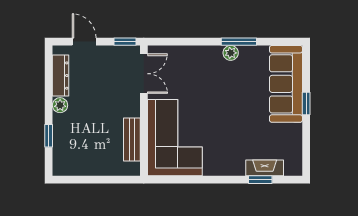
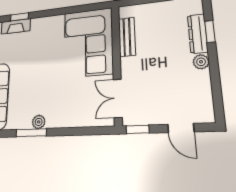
dresser: (60, 76) -> (198, 34), moved

